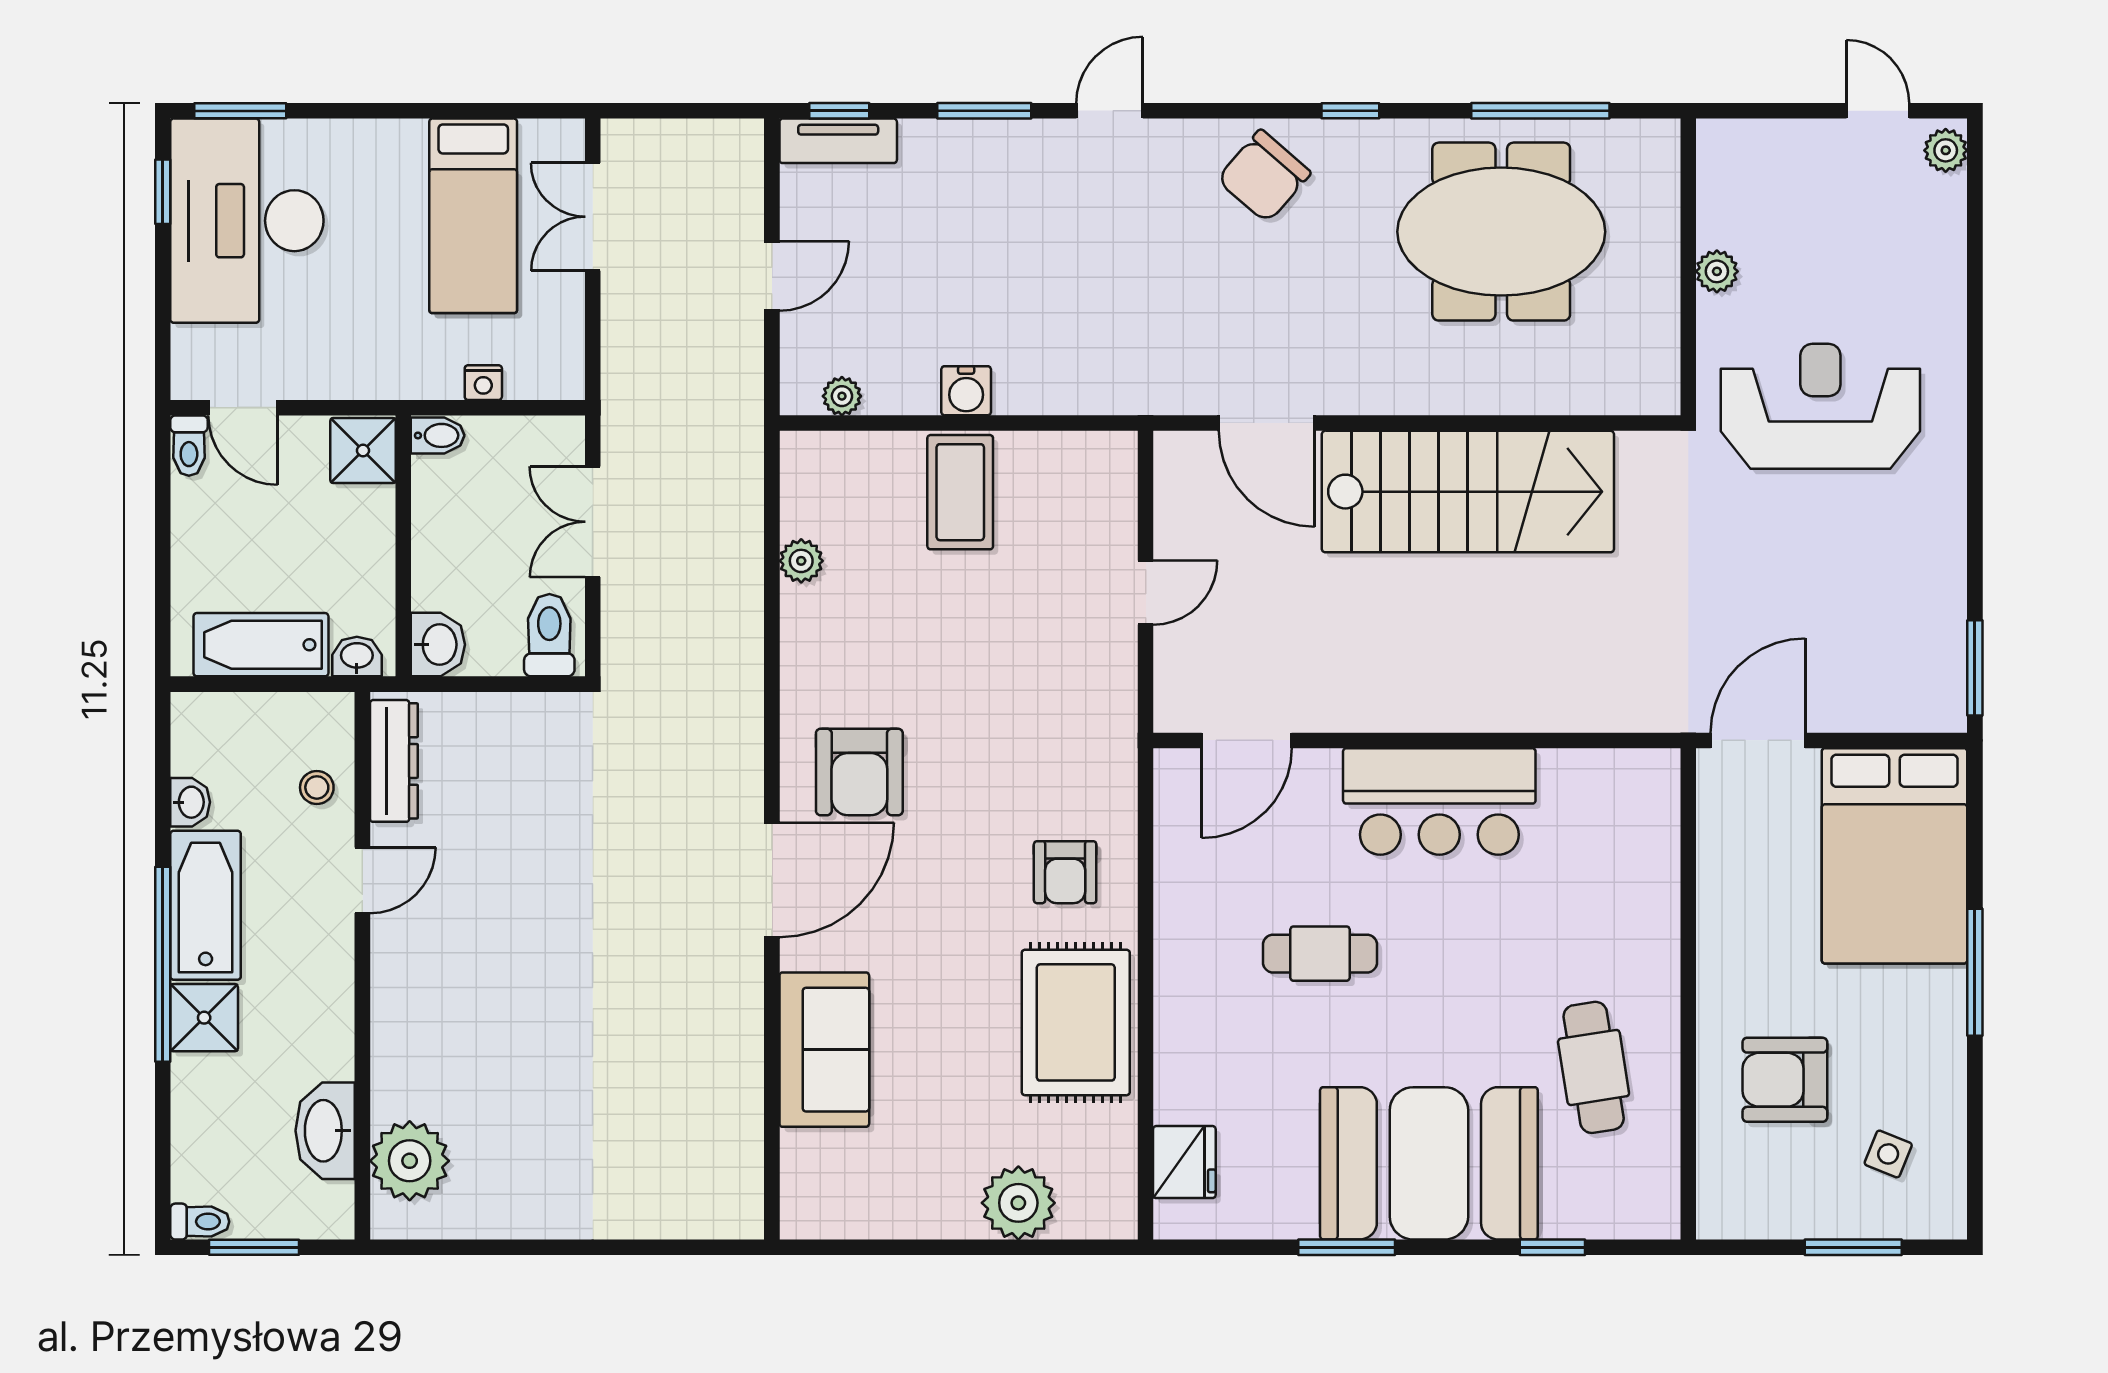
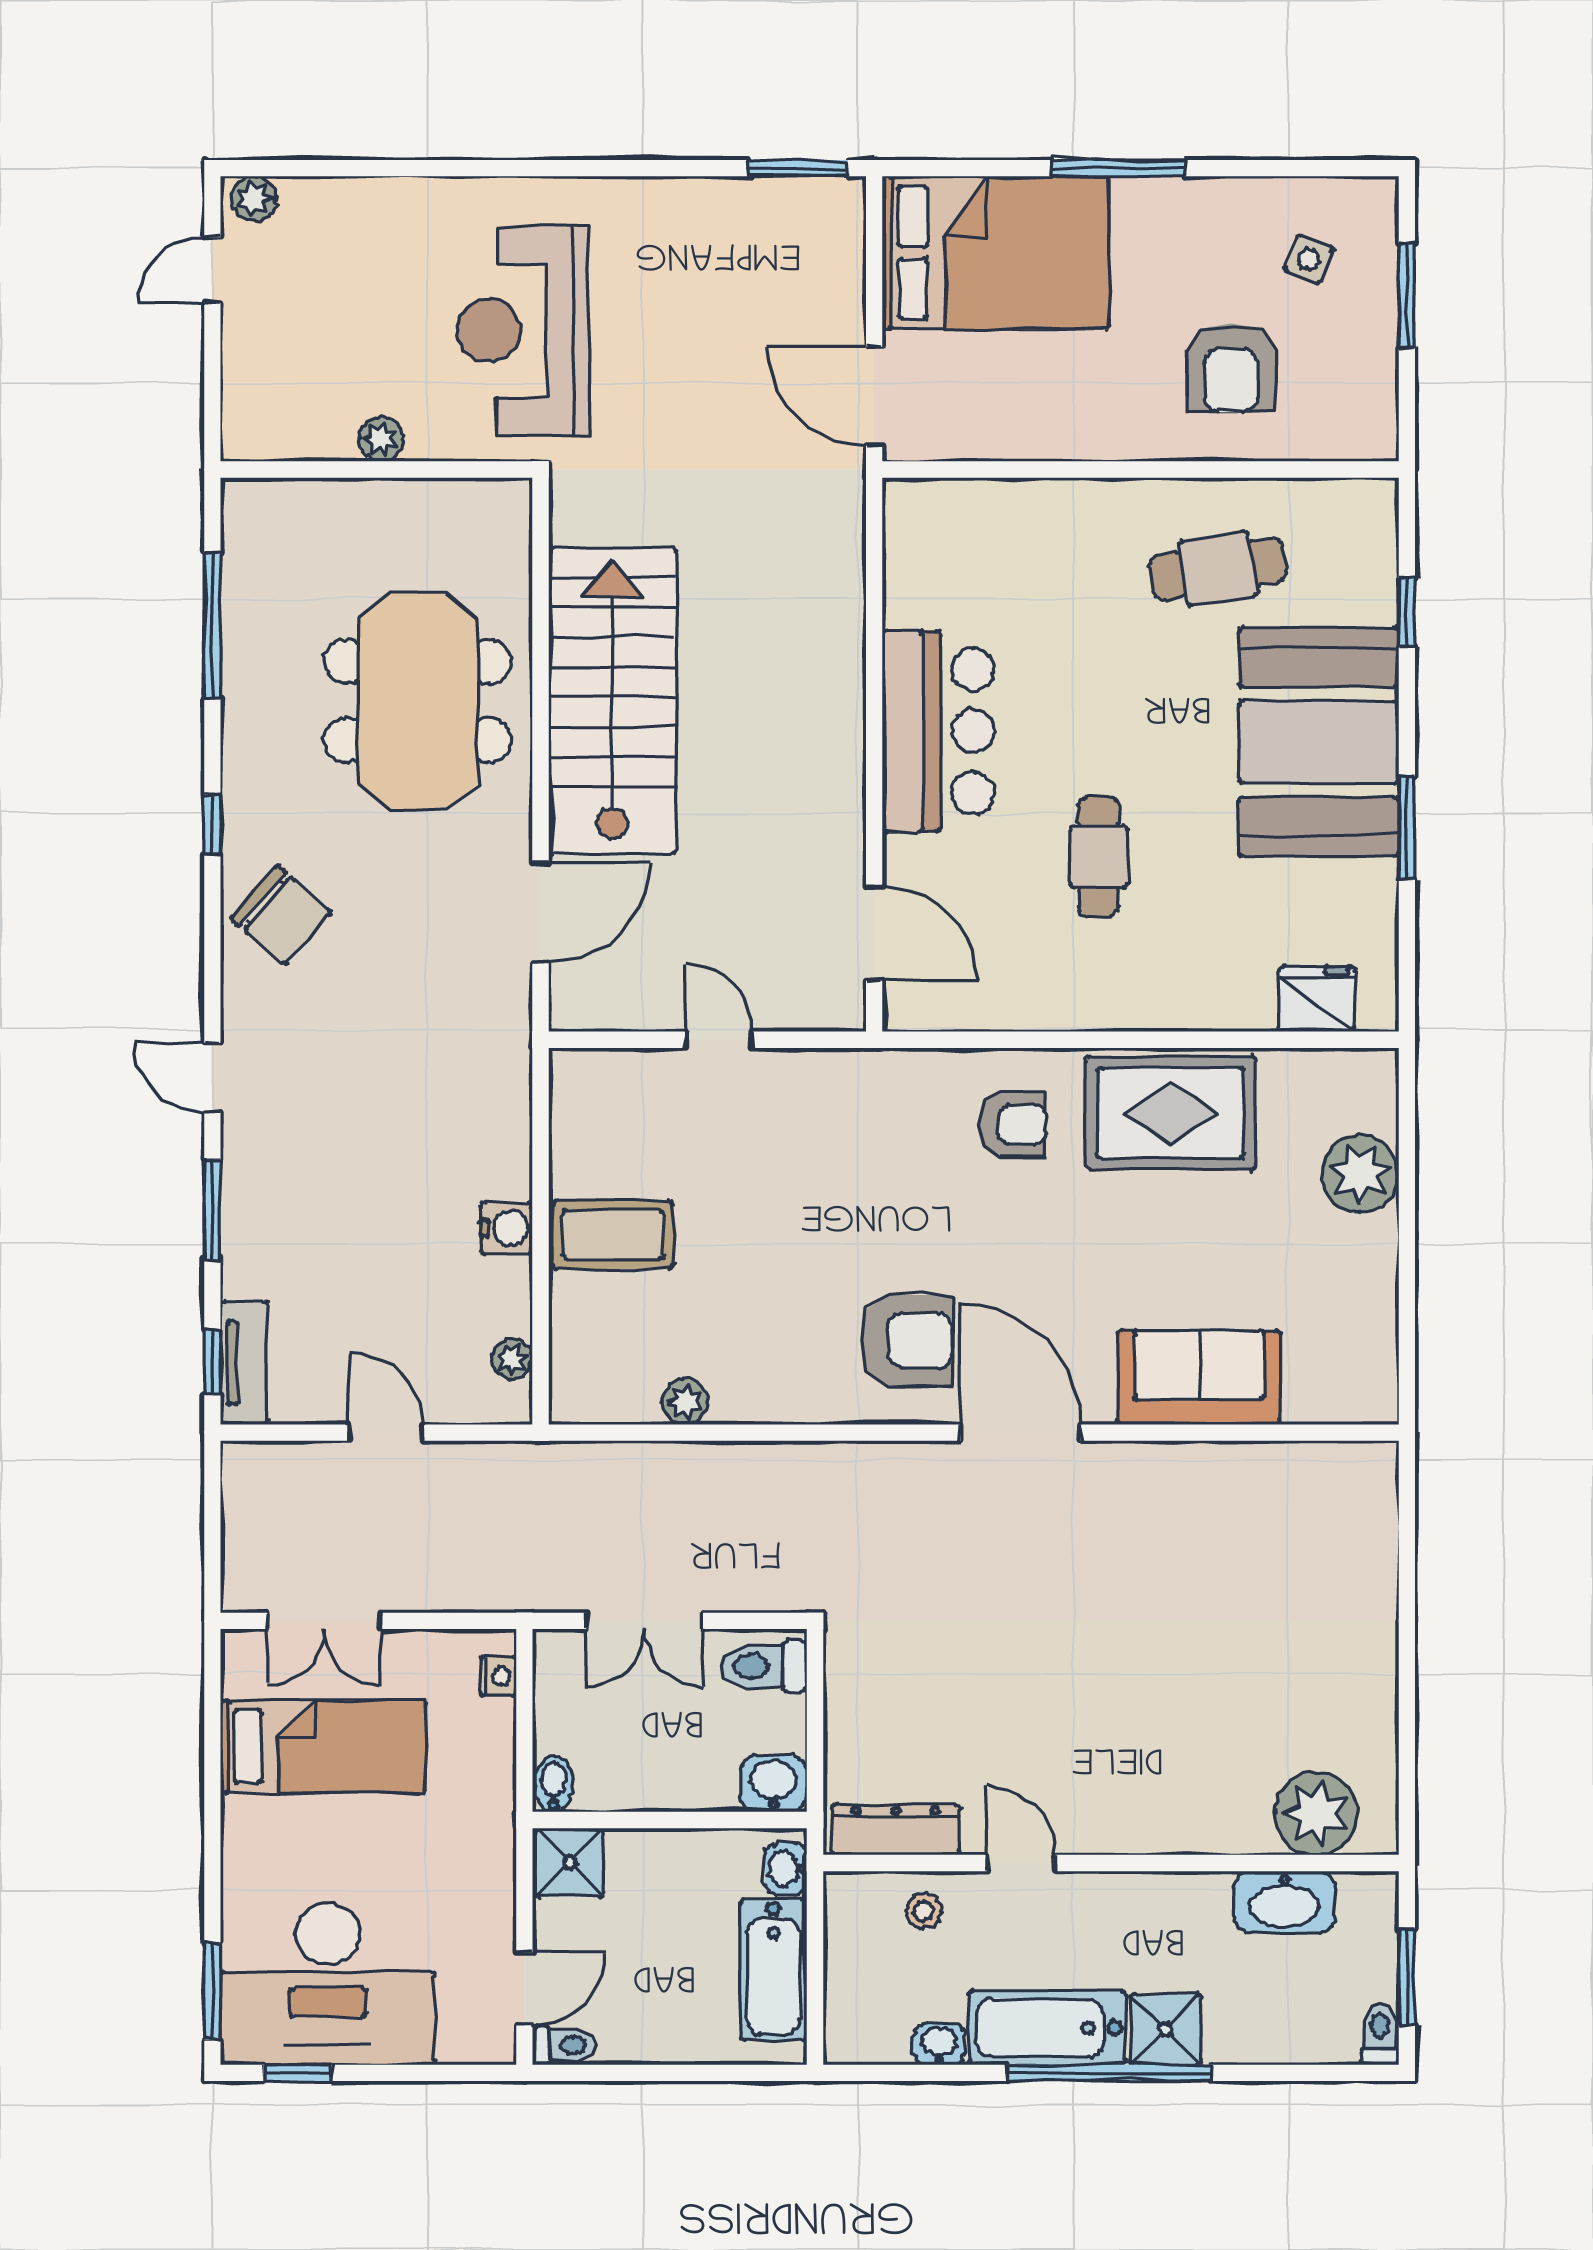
meeting table: (1501, 232) -> (418, 701), moved
nightstand: (483, 383) -> (498, 1676), moved

